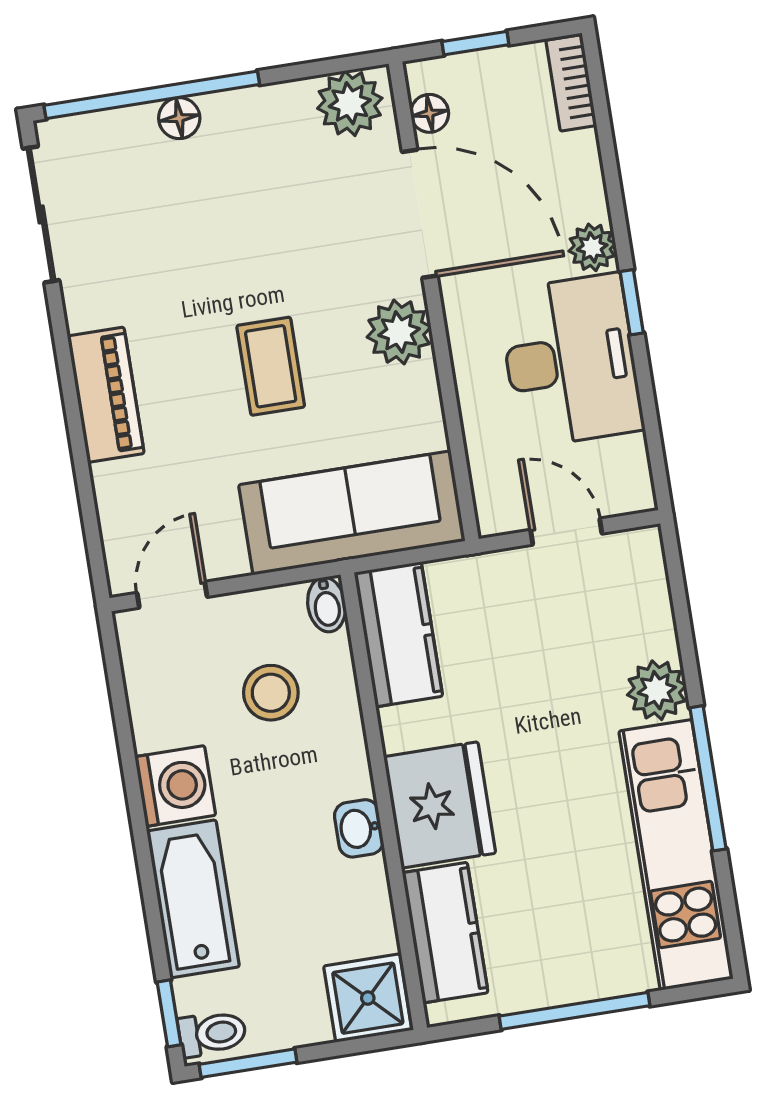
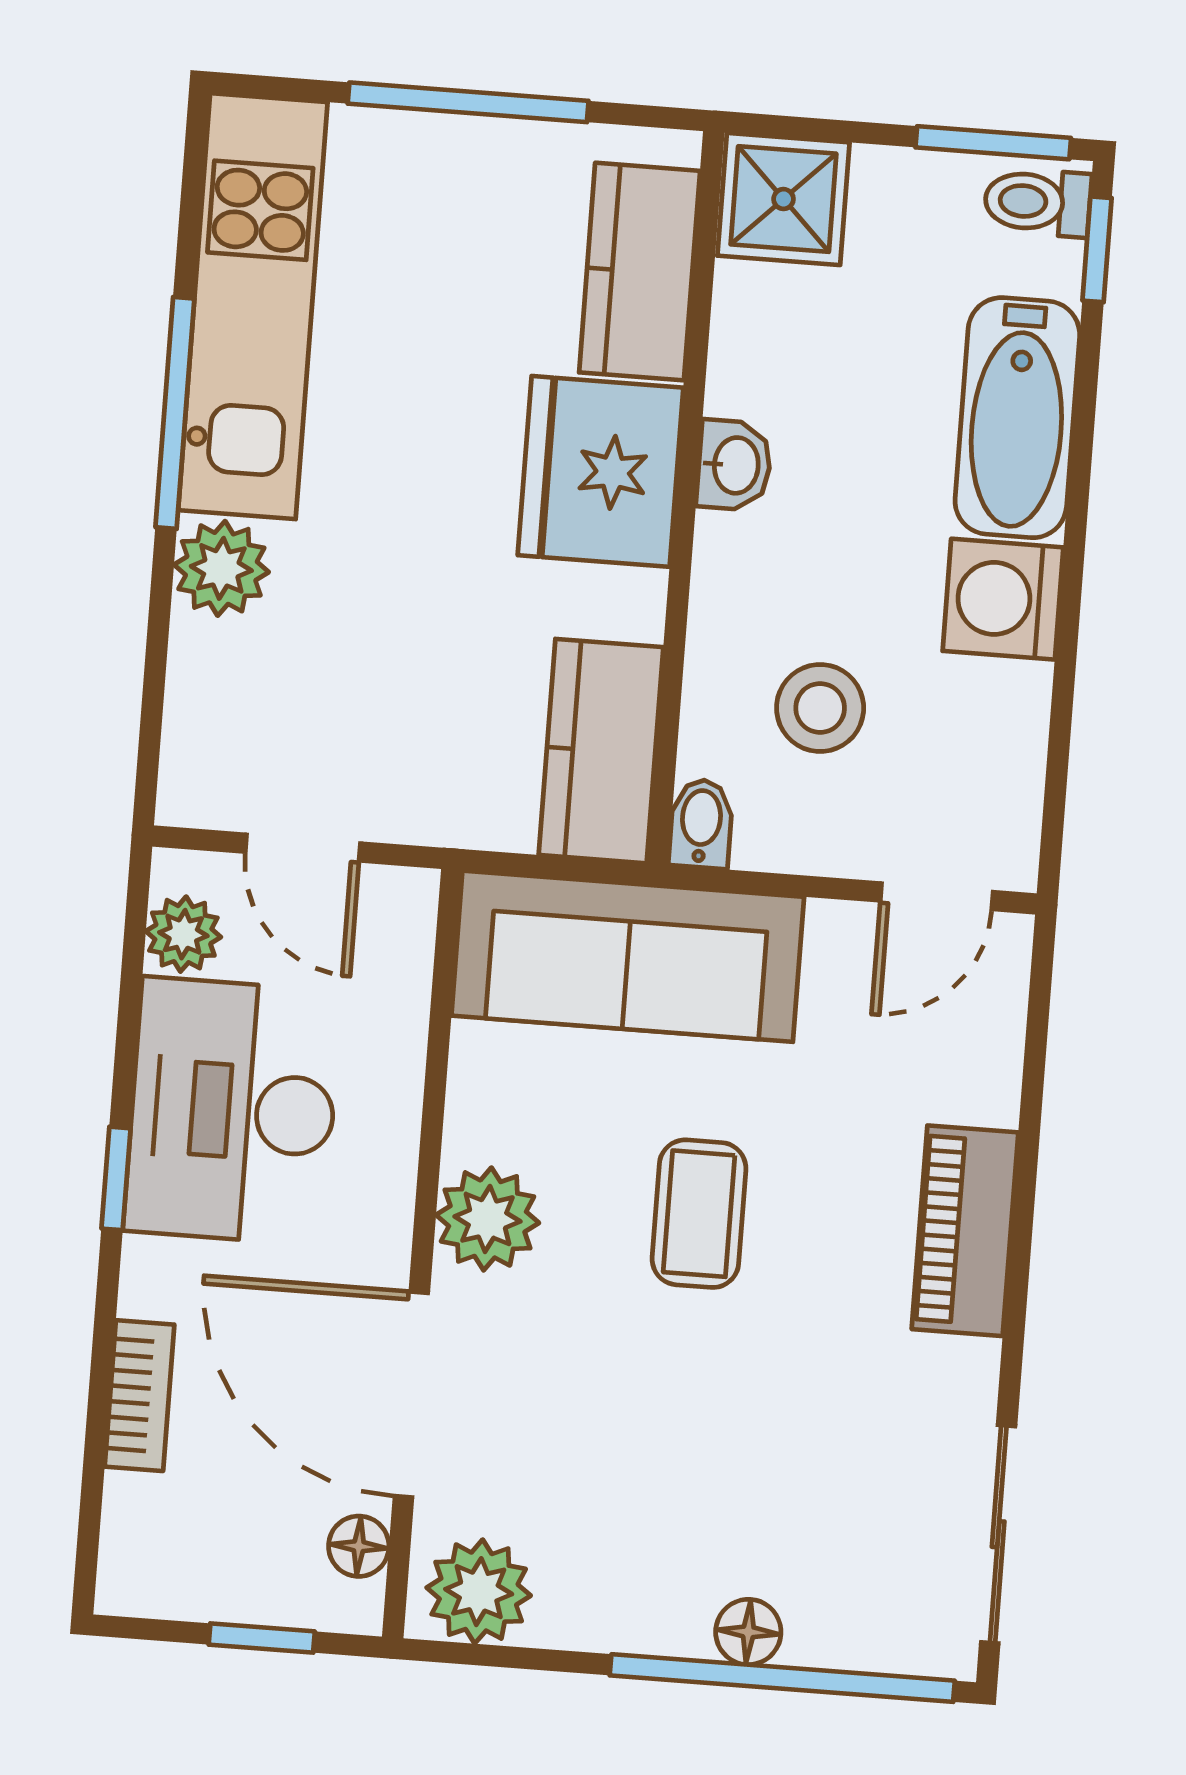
bookcase: (571, 83) -> (139, 1396), moved
plant: (592, 247) -> (183, 934), moved

